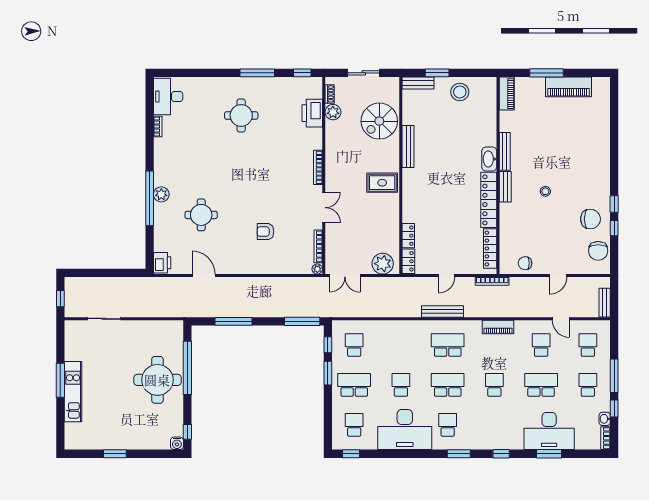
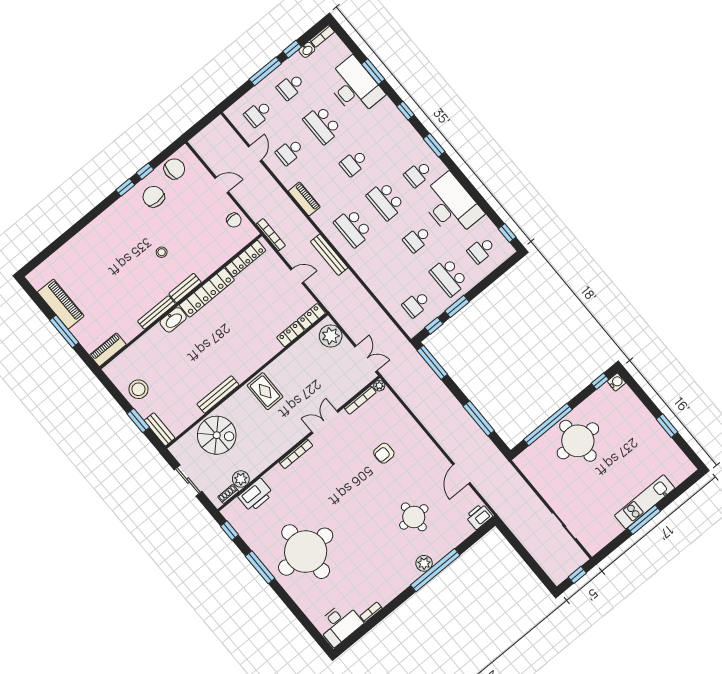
round table: (241, 115) -> (306, 552), width x1.86, depth x1.86
armchair: (265, 232) -> (384, 453), turned 90
bench: (605, 303) -> (212, 129), removed

